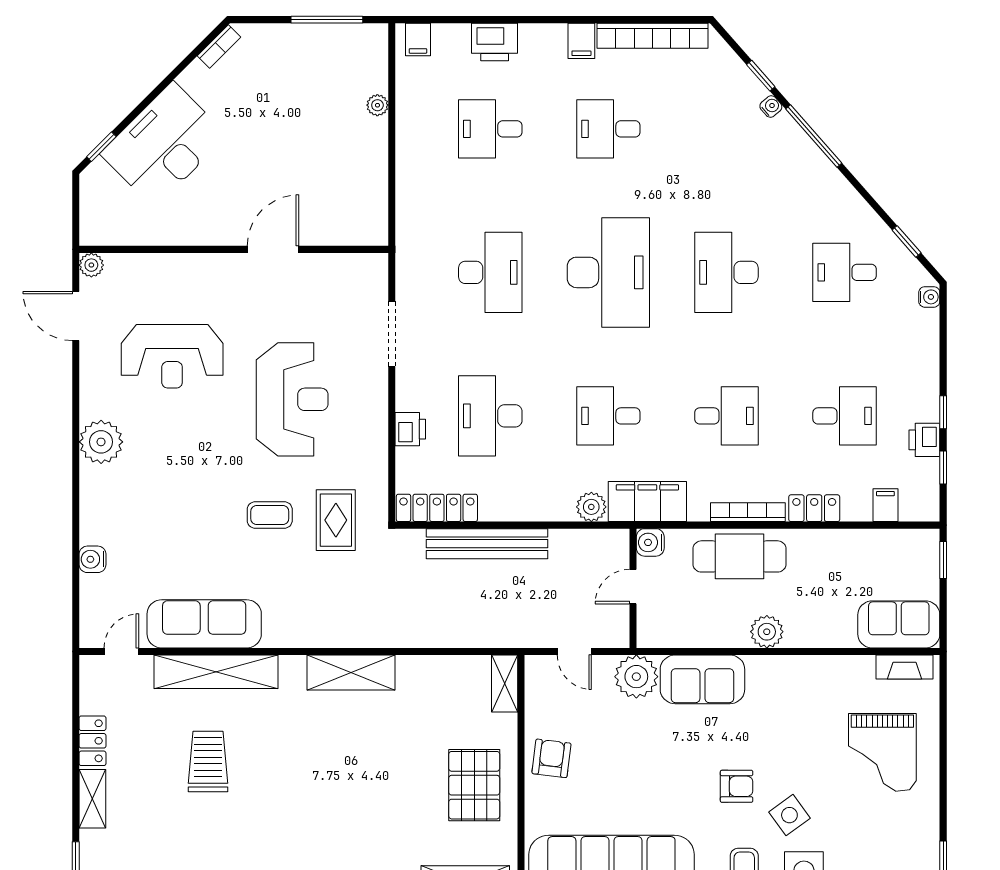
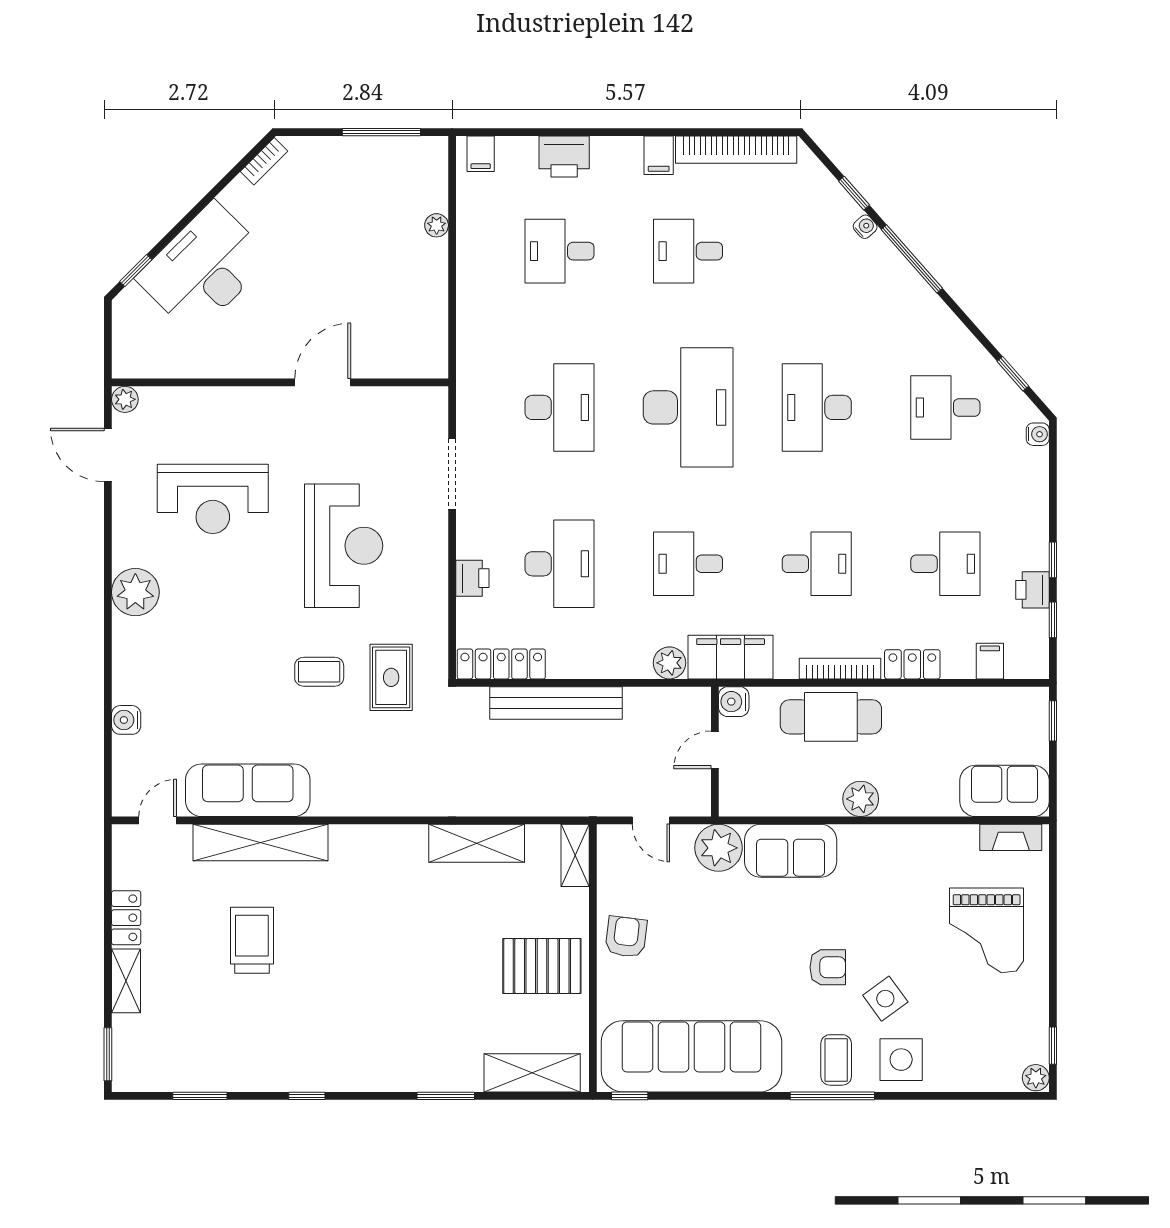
desk: (490, 416) -> (559, 564), turned 180
shelving: (351, 673) -> (477, 843), moved
pallet: (474, 785) -> (542, 966), turned 90

